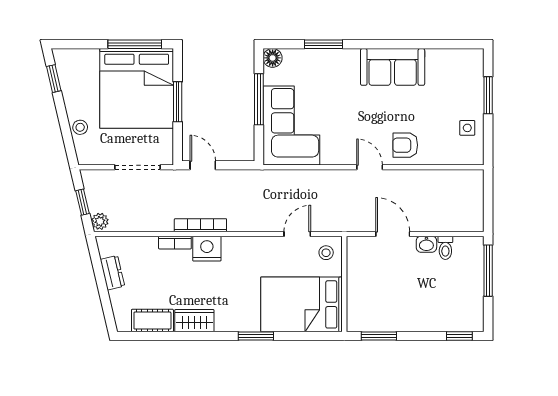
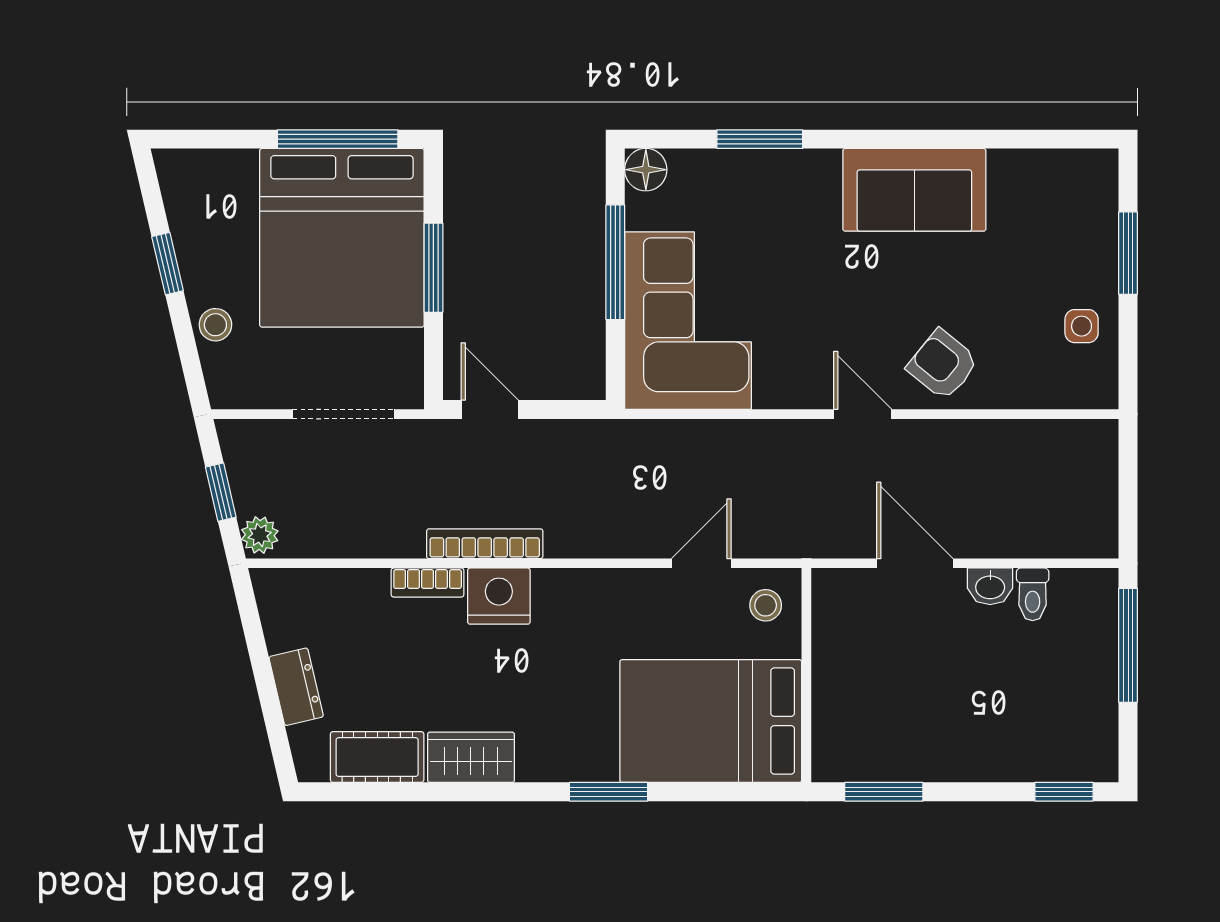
window: (54, 79) -> (168, 264), moved
armchair: (405, 145) -> (943, 365), turned 39
dresser: (112, 273) -> (296, 687), moved

